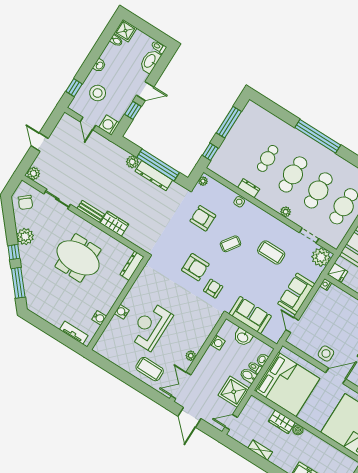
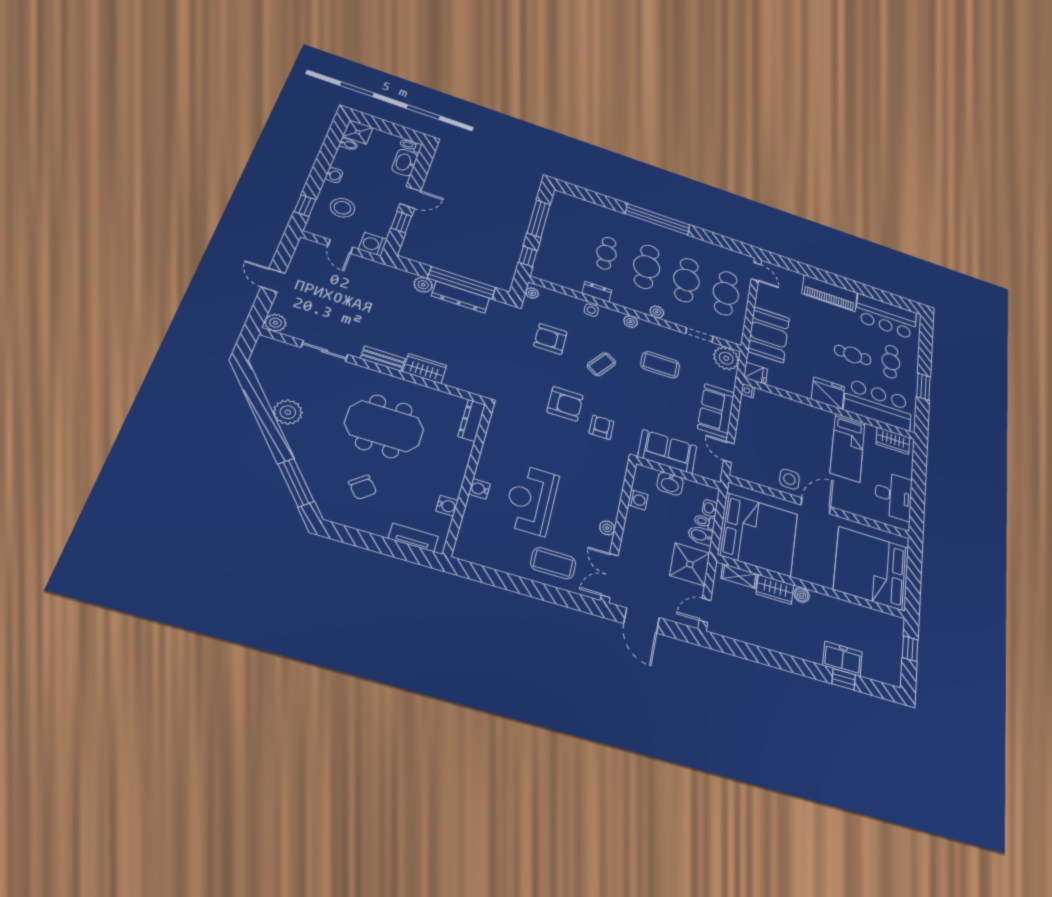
chair: (25, 202) -> (363, 487), moved
plant: (264, 216) -> (631, 322), added
window: (14, 252) -> (275, 438), removed
shelving: (260, 450) -> (739, 576), moved

